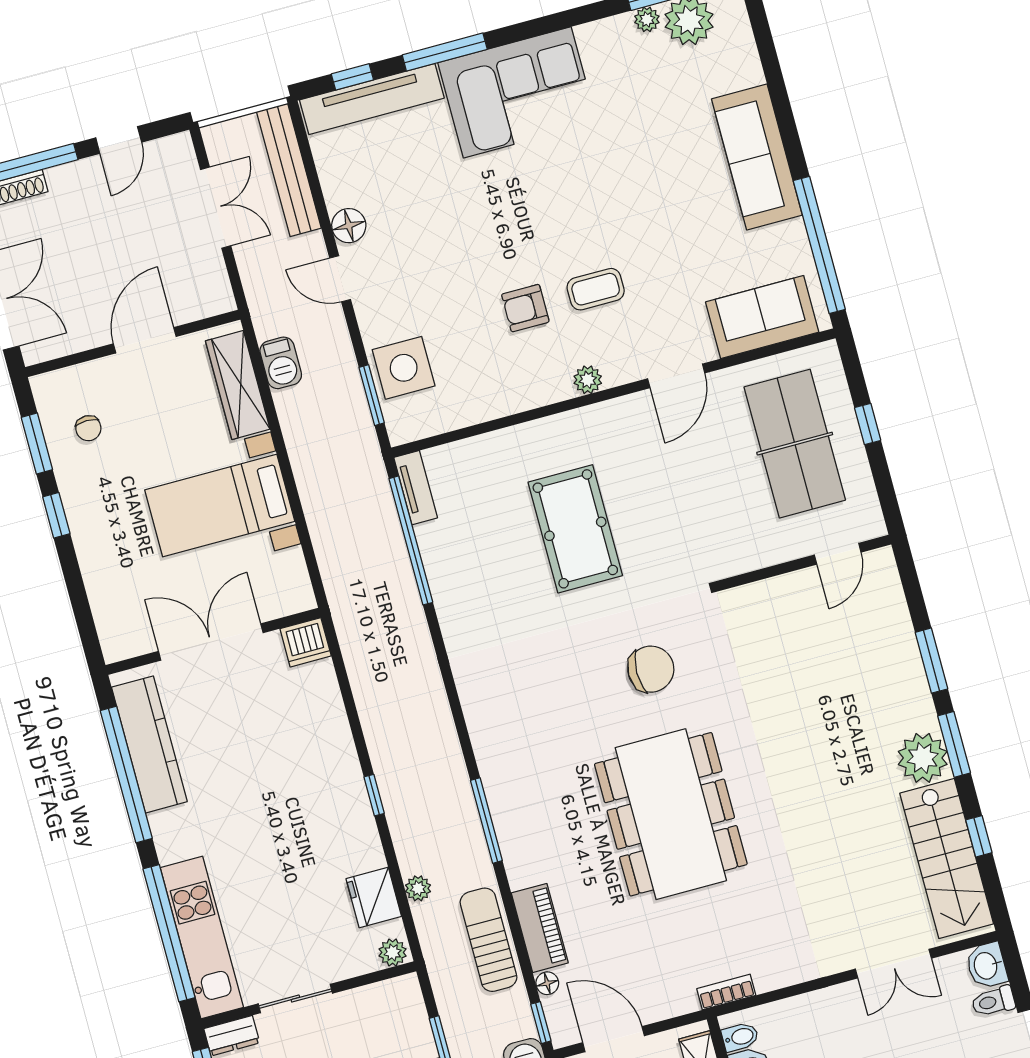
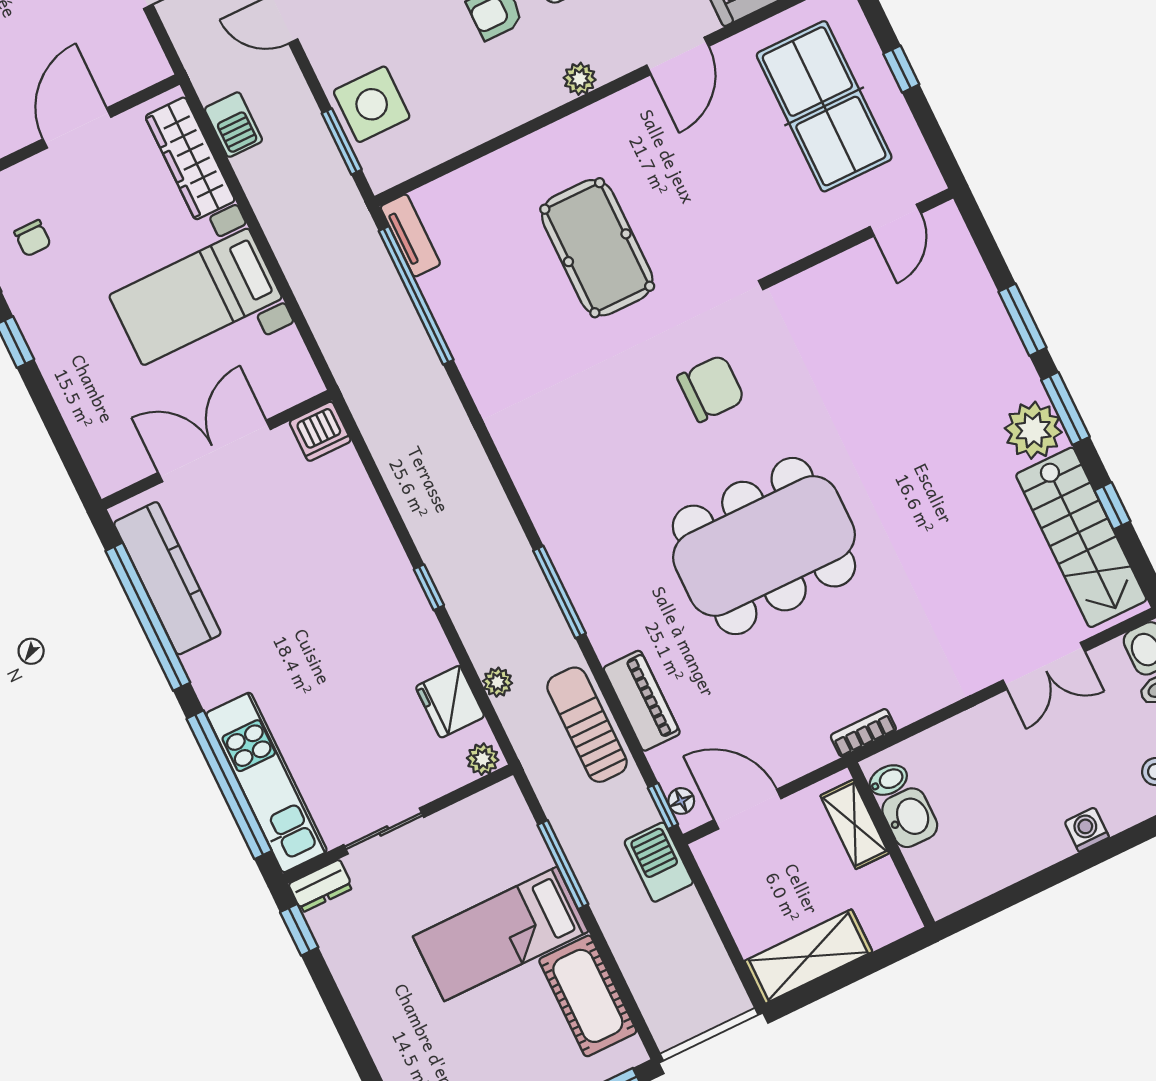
dining table: (671, 814) -> (764, 546), turned 90
floor lamp: (547, 983) -> (681, 801), moved

